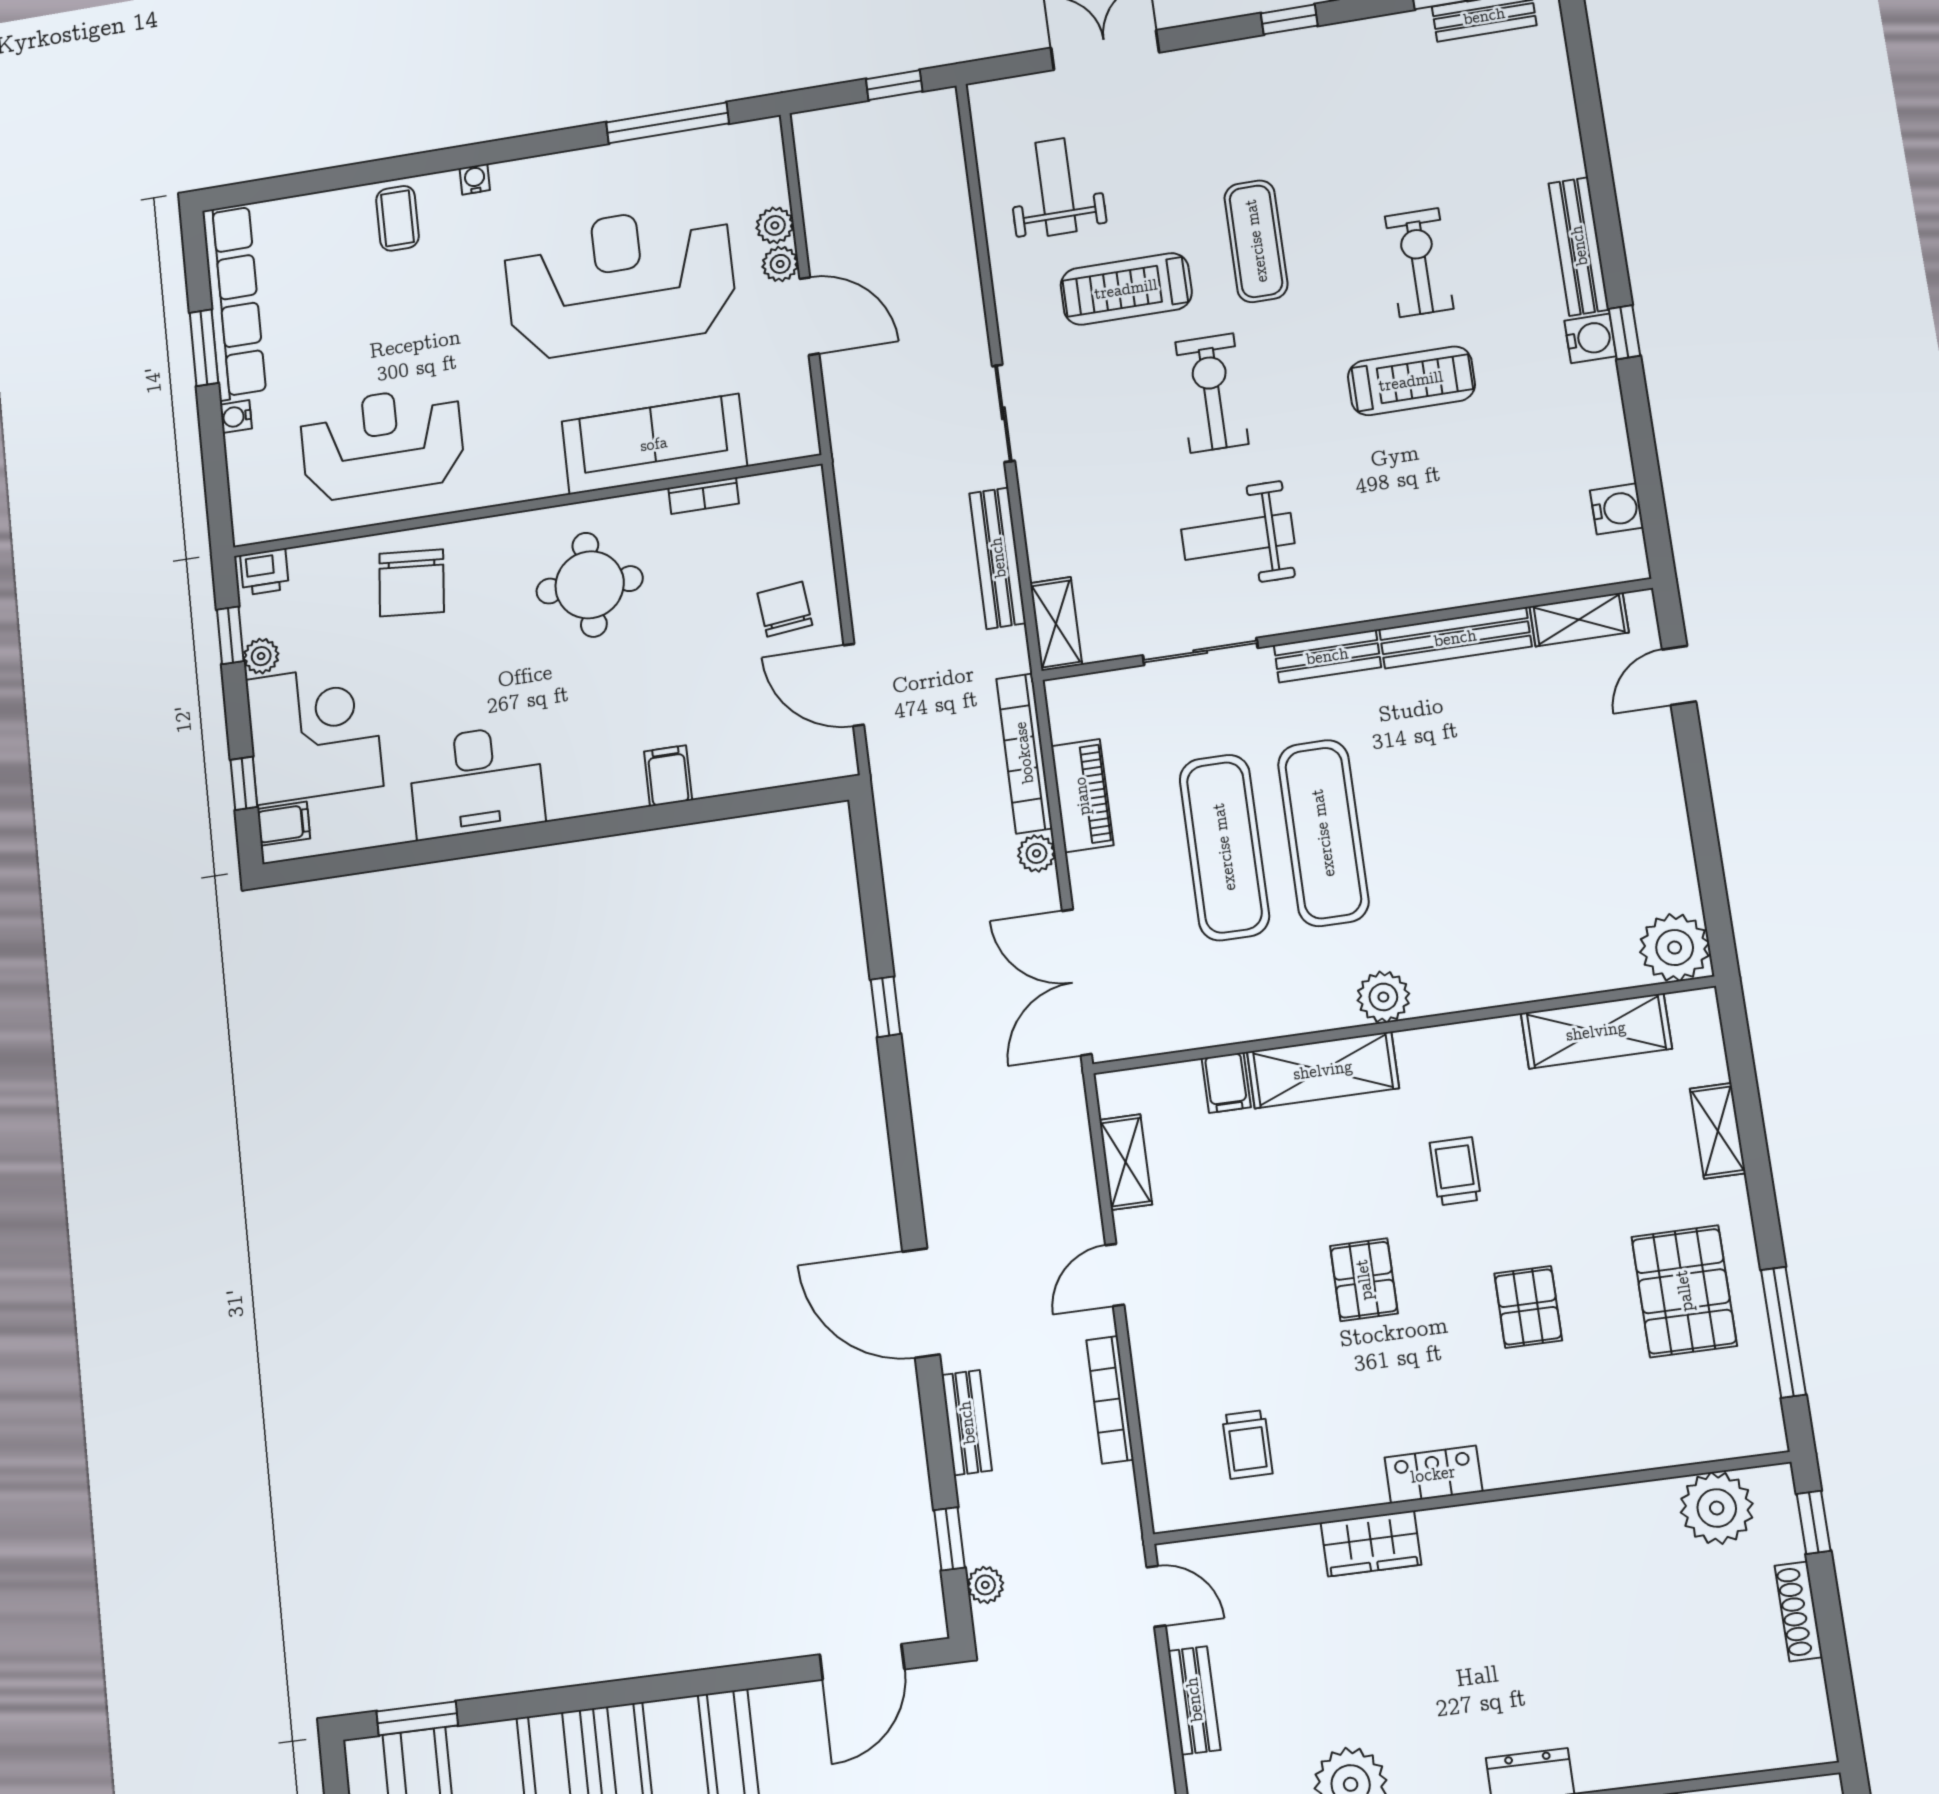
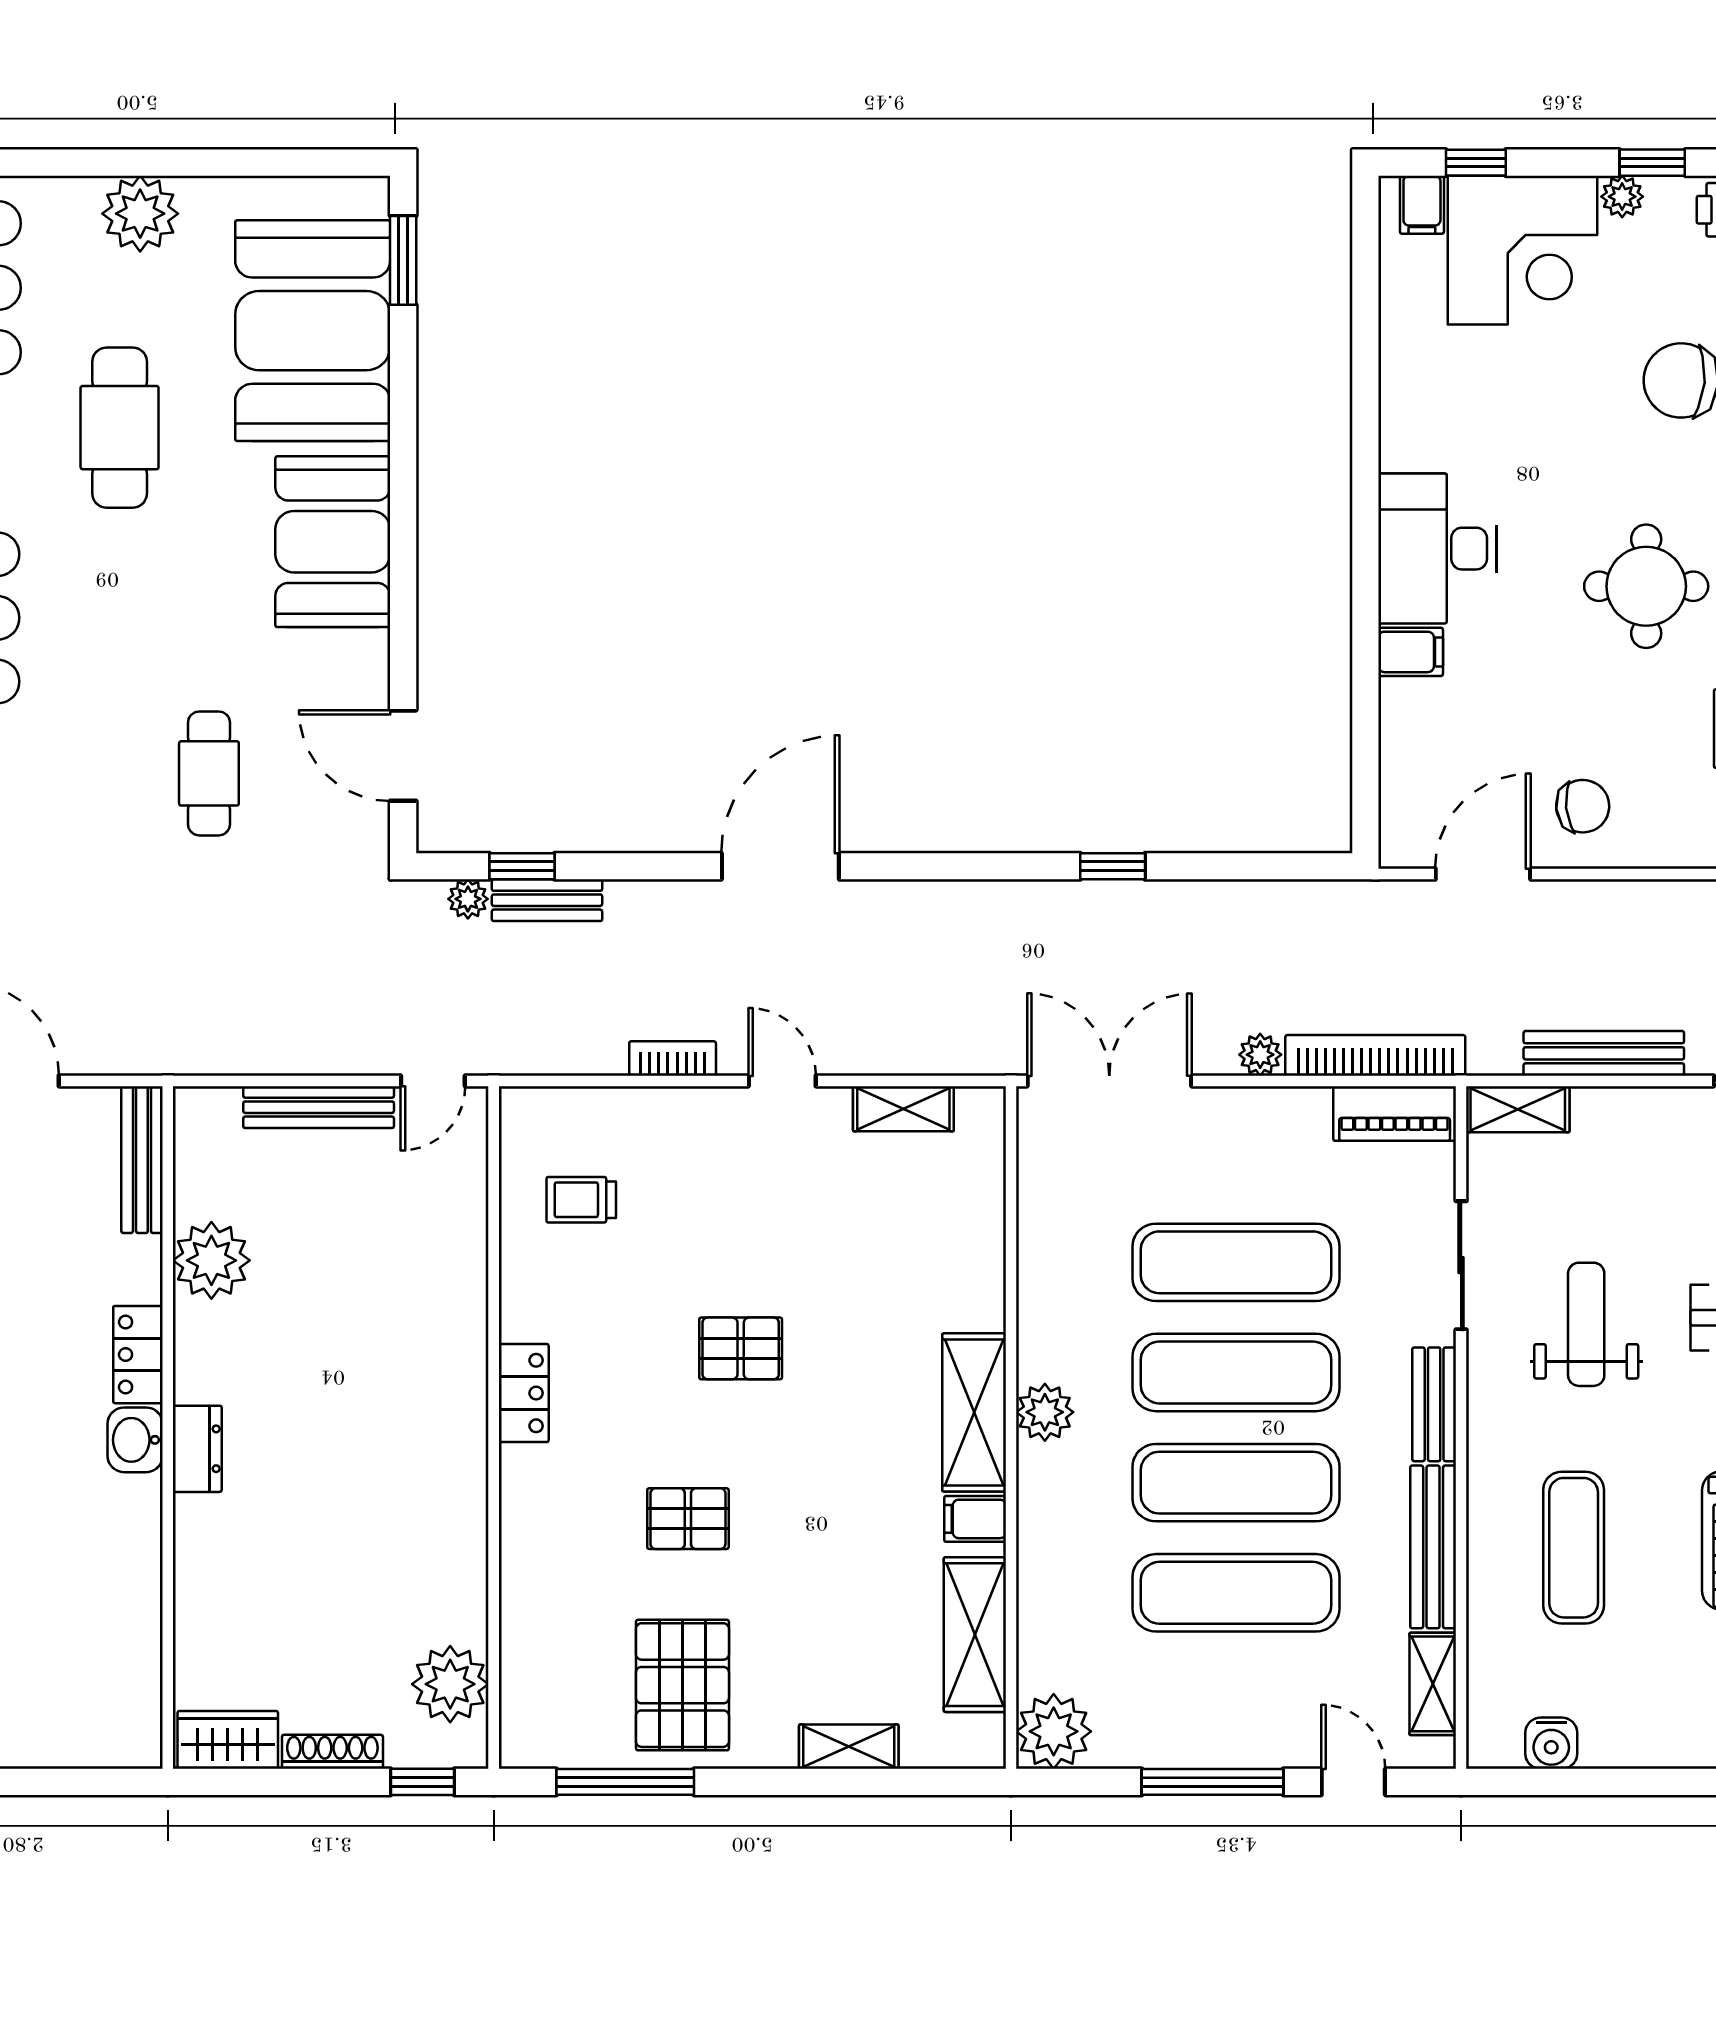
exercise mat: (1438, 517) -> (1574, 1548), added
desk: (476, 781) -> (1437, 549), moved
piano: (1082, 796) -> (1395, 1114), moved
window: (1699, 799) -> (1212, 1782), added
exercise mat: (1523, 804) -> (1236, 1593), added
exercise mat: (1423, 818) -> (1236, 1483), added
shelving: (1323, 1070) -> (974, 1412), moved
filing cabinet: (1226, 1083) -> (975, 1519), moved
trolley: (1455, 1171) -> (844, 1462), removed
pallet: (1684, 1291) -> (682, 1685), turned 90
bookcase: (1110, 1400) -> (673, 1058), width x0.64
bench: (967, 1423) -> (547, 900), moved
wardrobe: (1371, 1544) -> (228, 1740), moved, turned 90
bench: (1194, 1700) -> (319, 1107), width x1.36

